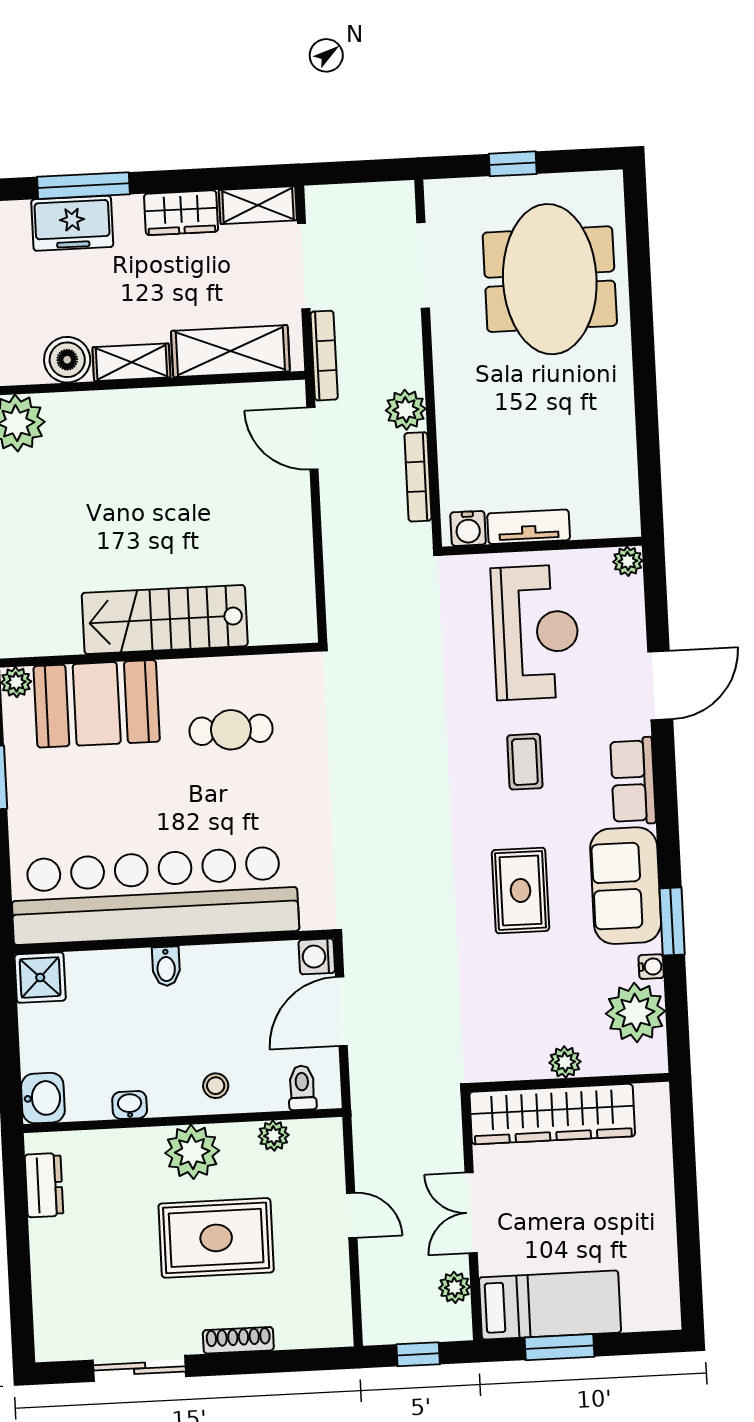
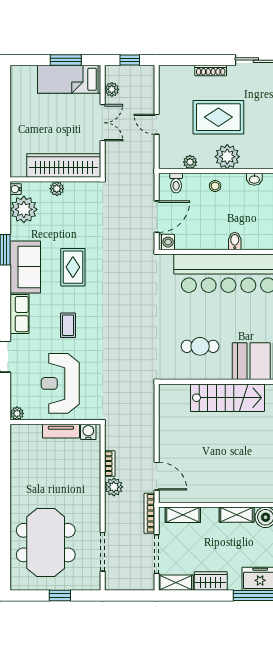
shelving: (230, 351) -> (183, 515), width x0.67, depth x0.75
bookcase: (418, 477) -> (110, 464), width x0.64
water cooler: (651, 967) -> (16, 189), moved

